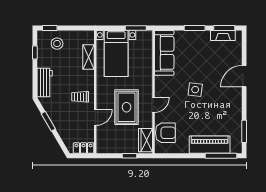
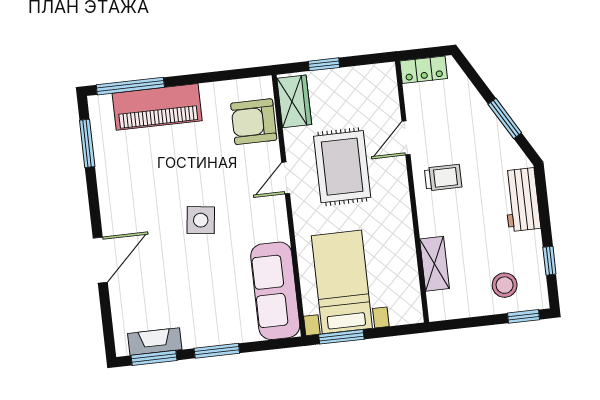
bed with nightstands: (116, 53) -> (342, 282), moved

